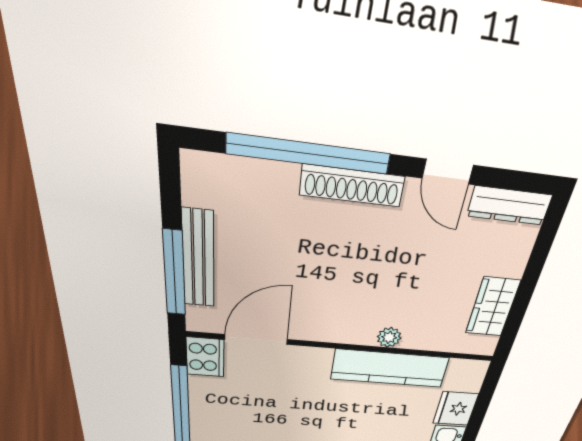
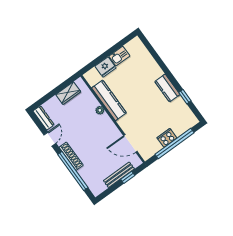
window: (174, 273) -> (128, 177), width x0.46
cooker: (205, 357) -> (167, 138), moved

